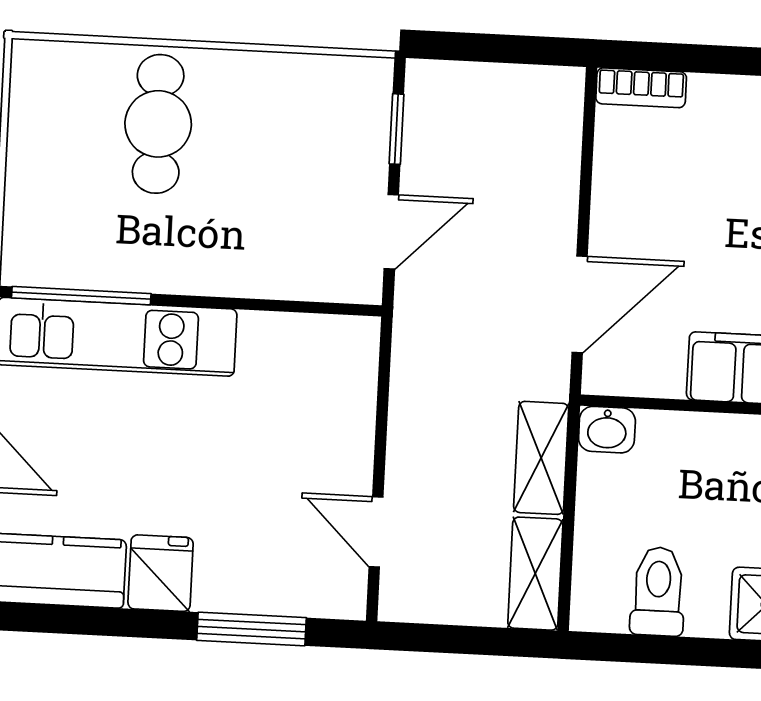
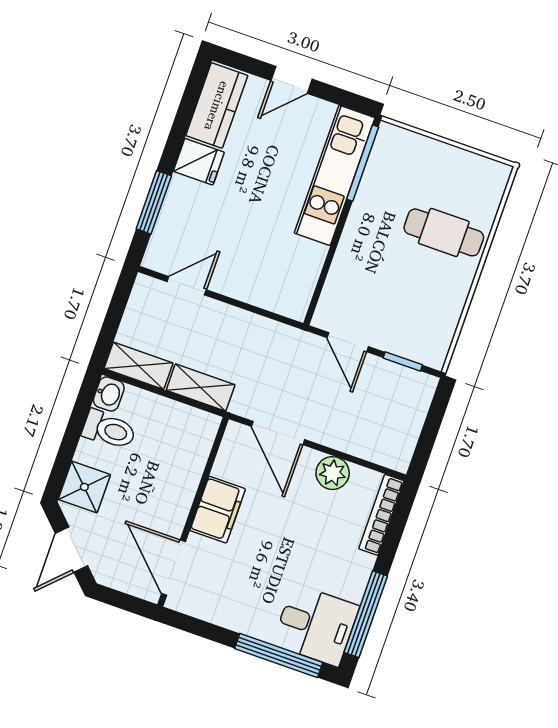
bookcase: (641, 88) -> (381, 515), width x1.56
plant: (620, 192) -> (333, 473), added
washbasin: (607, 430) -> (109, 394), moved, turned 180

